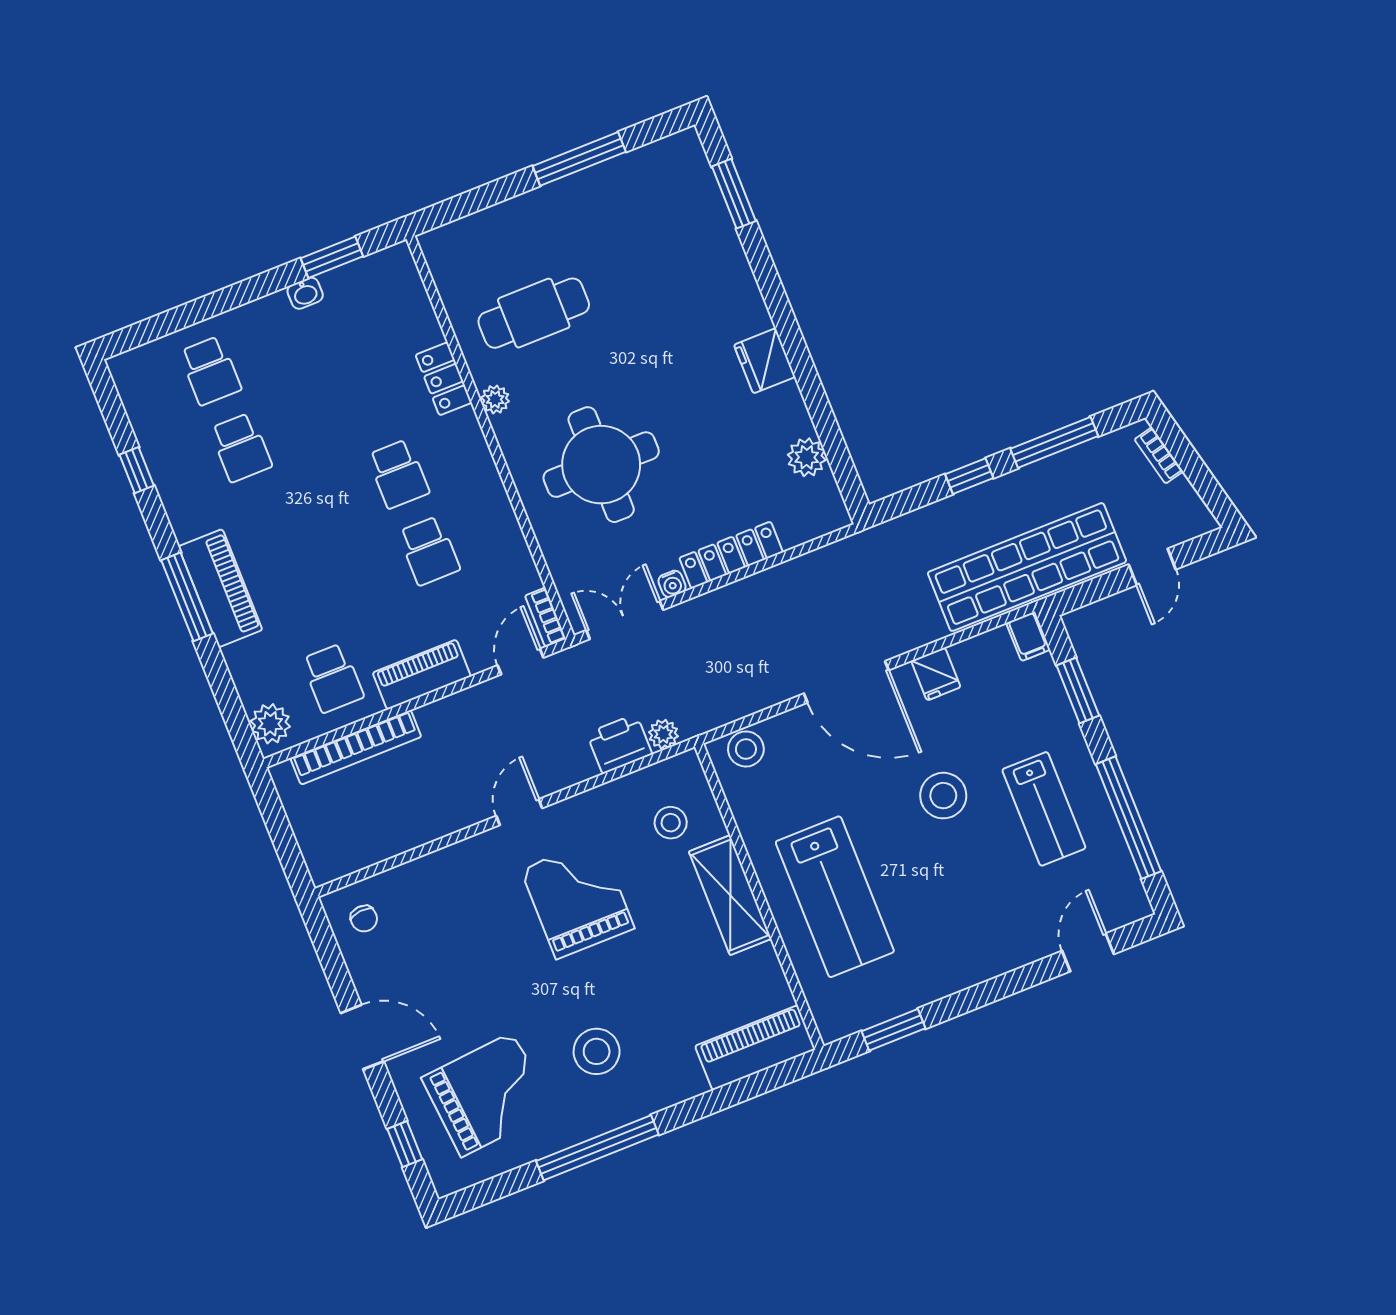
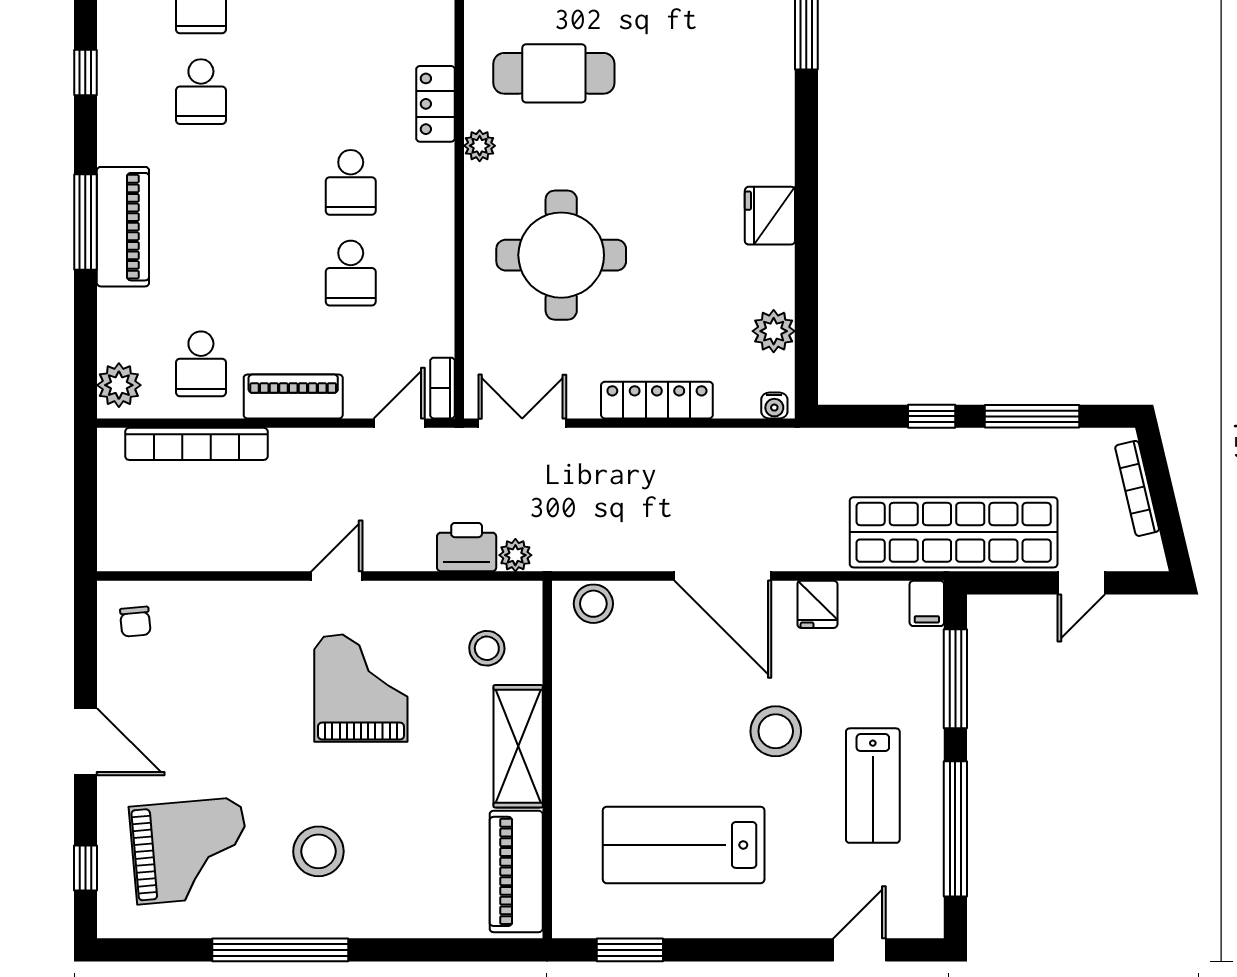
bookcase: (1159, 455) -> (1137, 488), width x1.56
water cooler: (672, 584) -> (774, 405), moved
window: (1078, 691) -> (955, 679), width x1.44
lab bench: (835, 897) -> (684, 845), moved, turned 90
piano: (755, 1048) -> (516, 871), moved, turned -90

